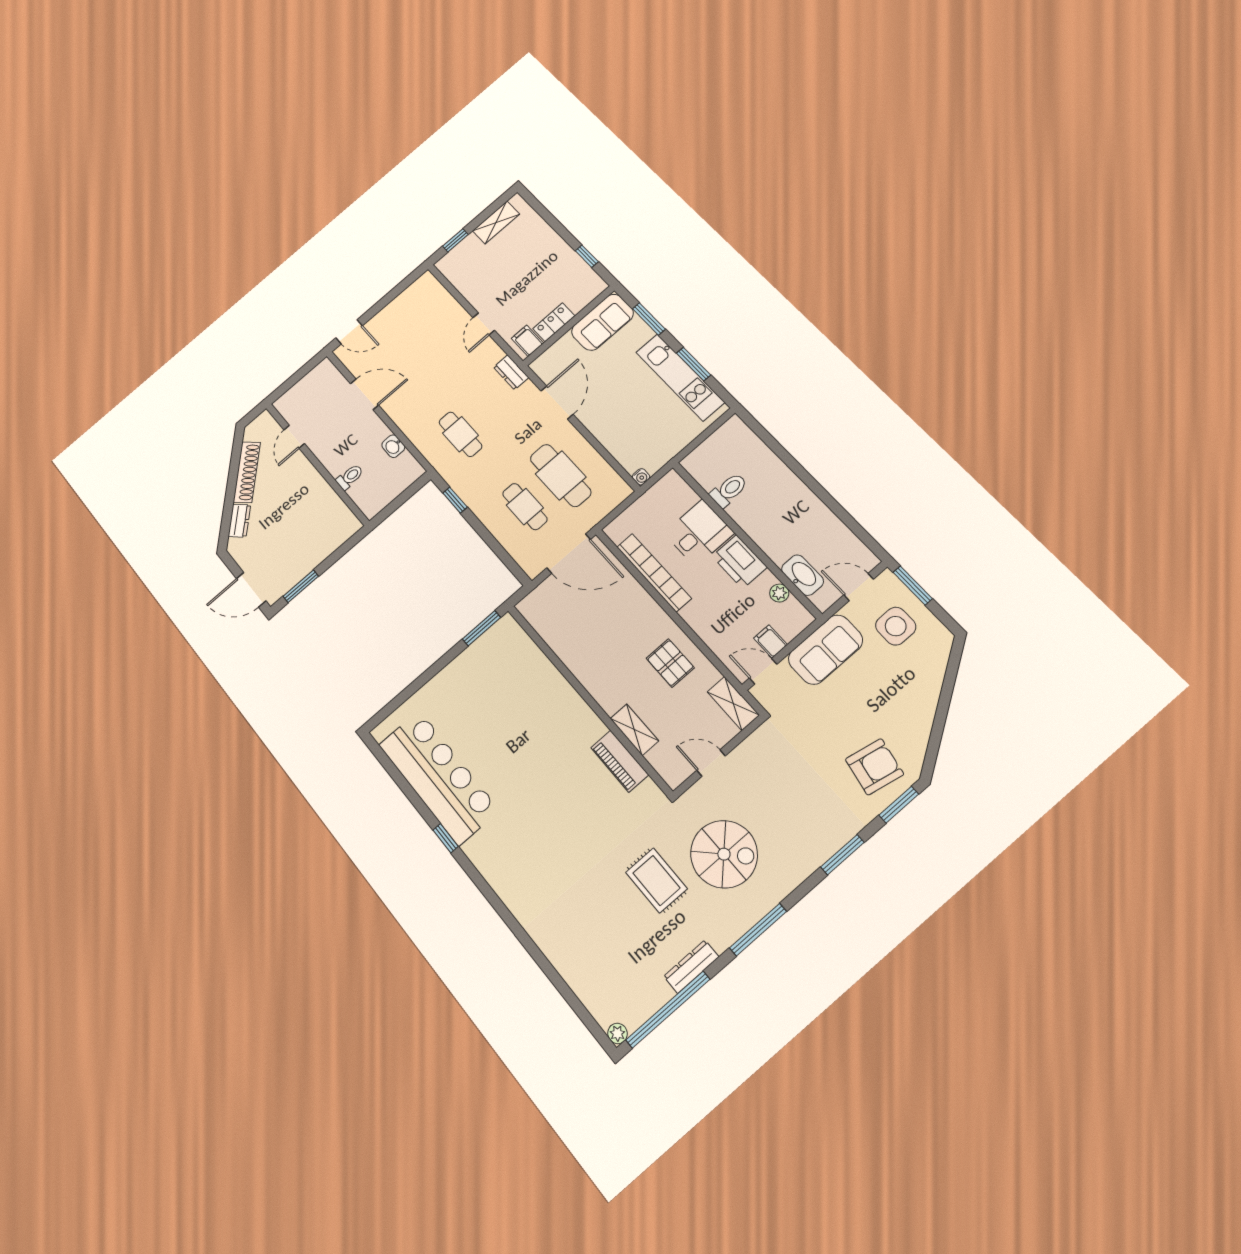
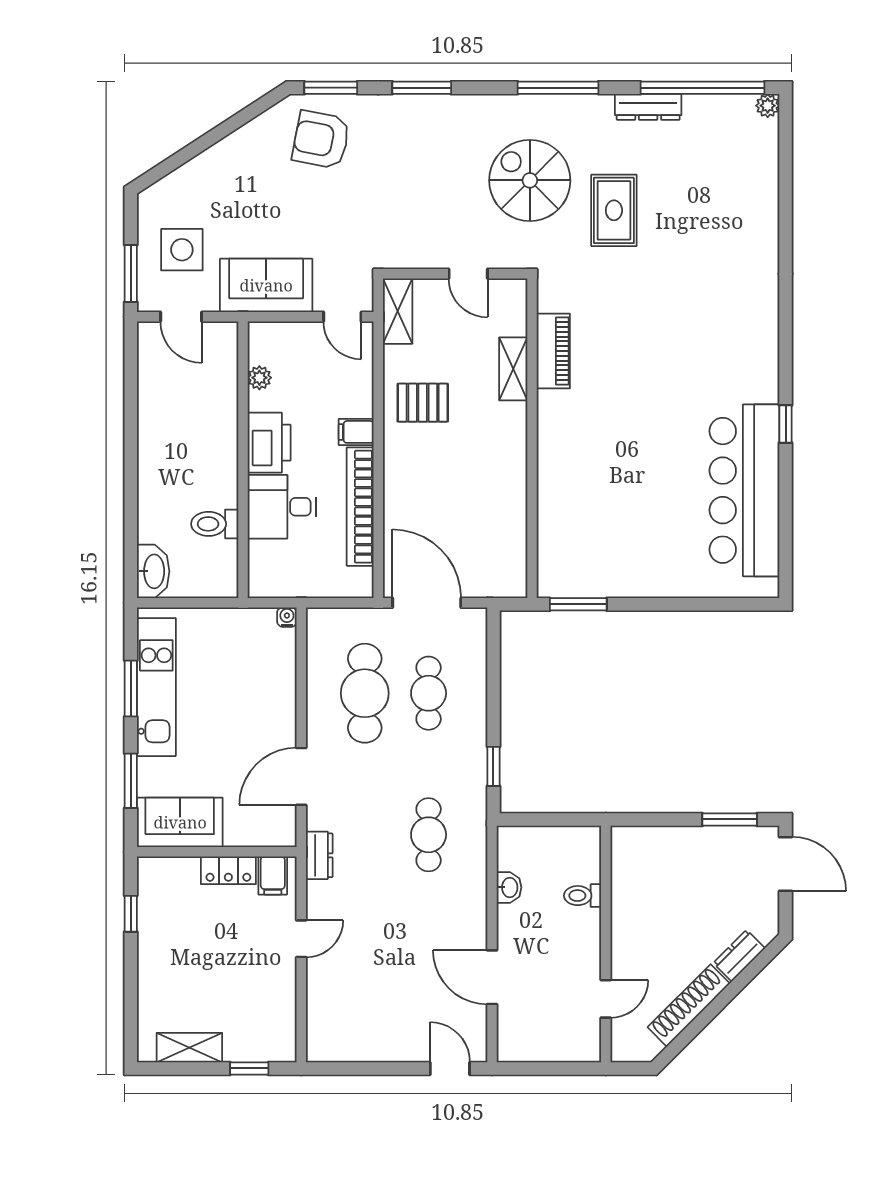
washbasin: (803, 575) -> (153, 571), moved, turned 180
filing cabinet: (770, 641) -> (356, 432), moved, turned 90
pallet: (670, 663) -> (423, 403), turned 90

